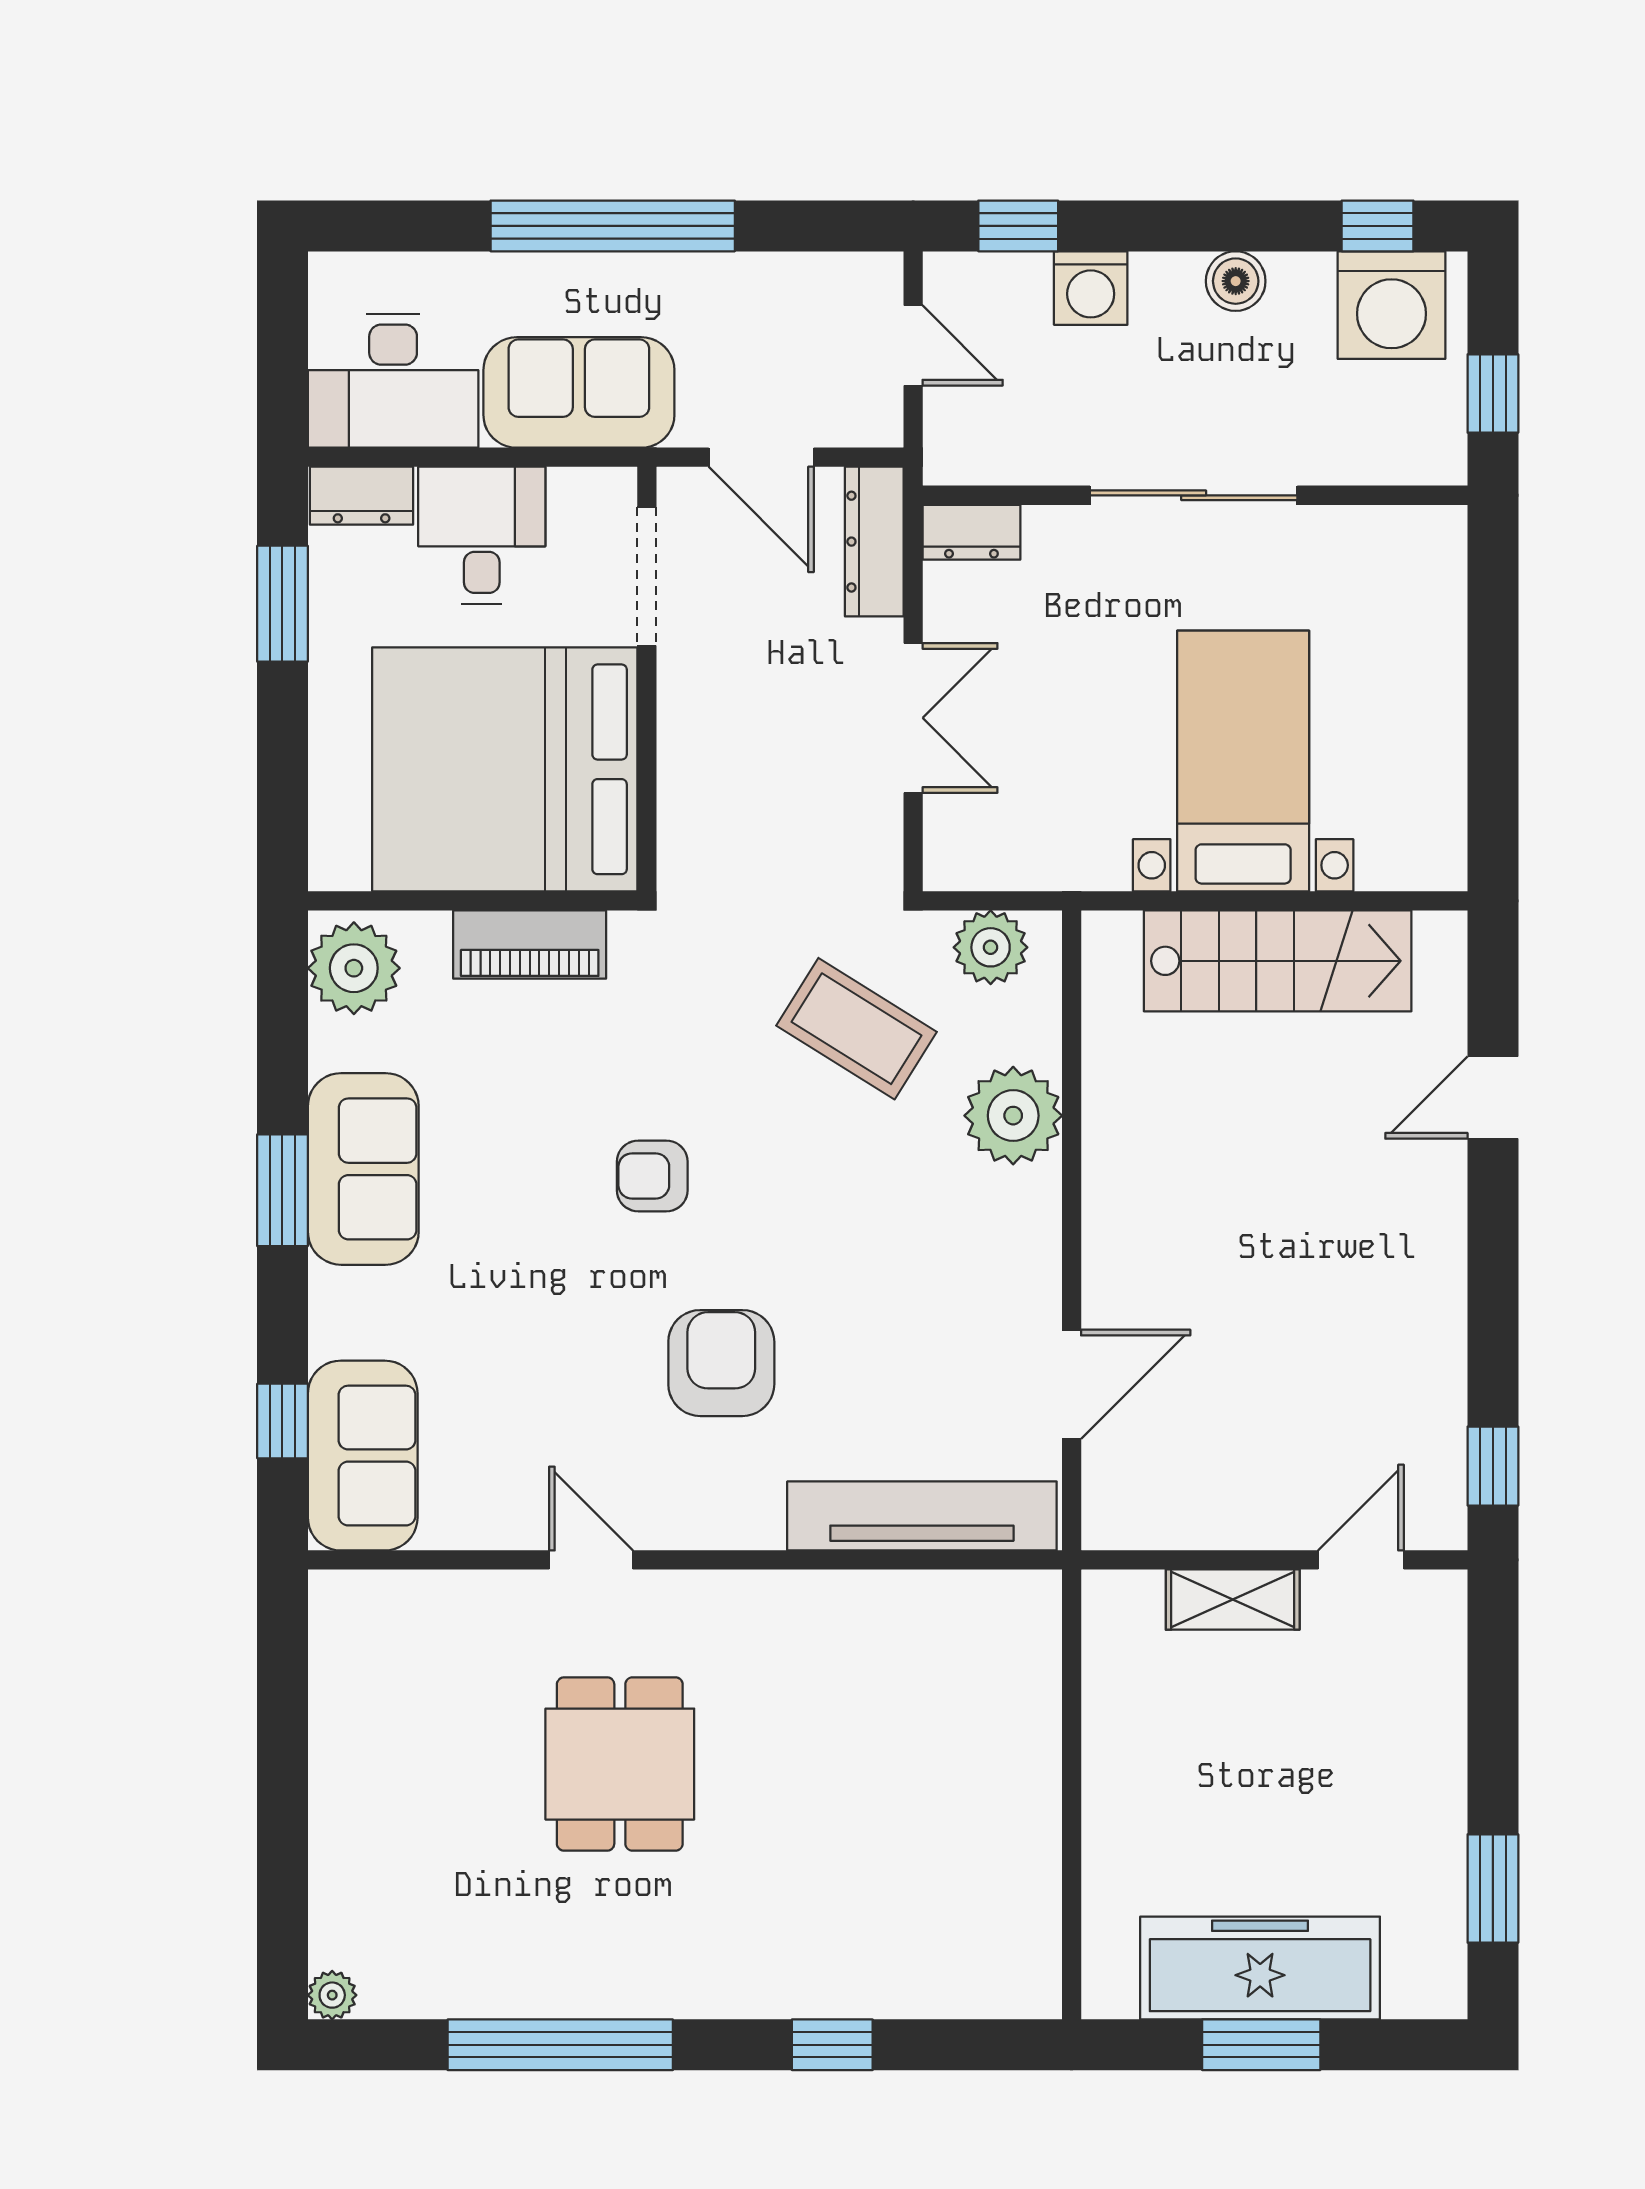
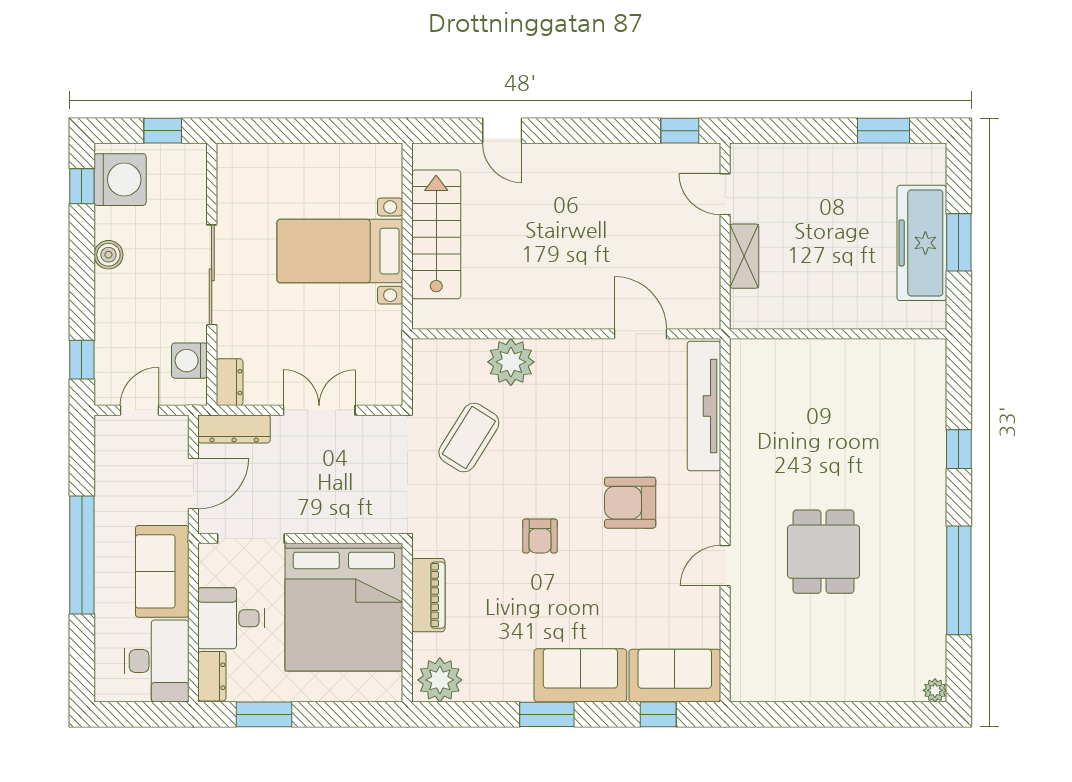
washing machine: (1091, 288) -> (189, 361), moved, turned 180
plant: (991, 947) -> (430, 373), removed
sofa: (363, 1169) -> (580, 675), moved
dining table: (620, 1764) -> (824, 552), turned 90

